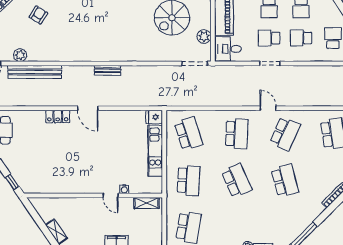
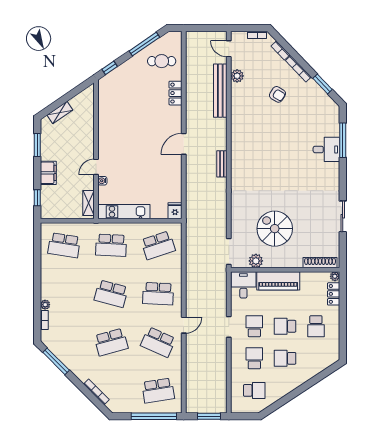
locker: (58, 116) -> (175, 93), moved
kitchen unit: (155, 151) -> (124, 212), moved
school desk: (237, 181) -> (111, 294), turned 39

